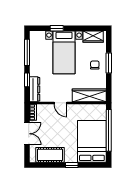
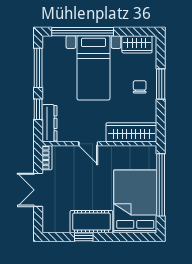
window: (57, 28) -> (83, 32), width x3.17
double door: (27, 134) -> (38, 190), swing flipped
cot: (50, 155) -> (91, 222), moved
window: (72, 165) -> (84, 237), moved

